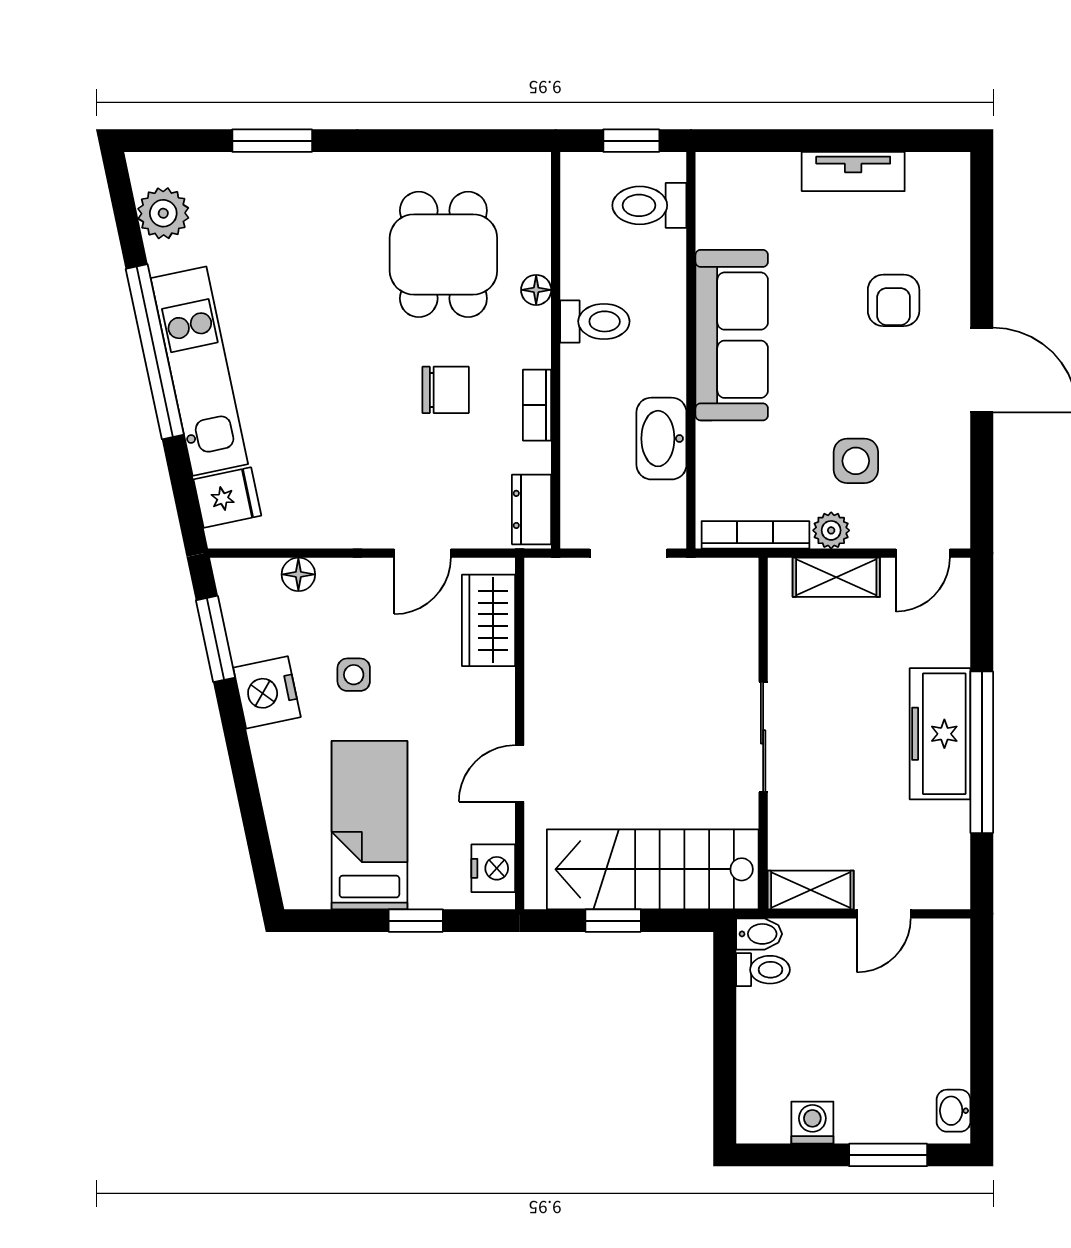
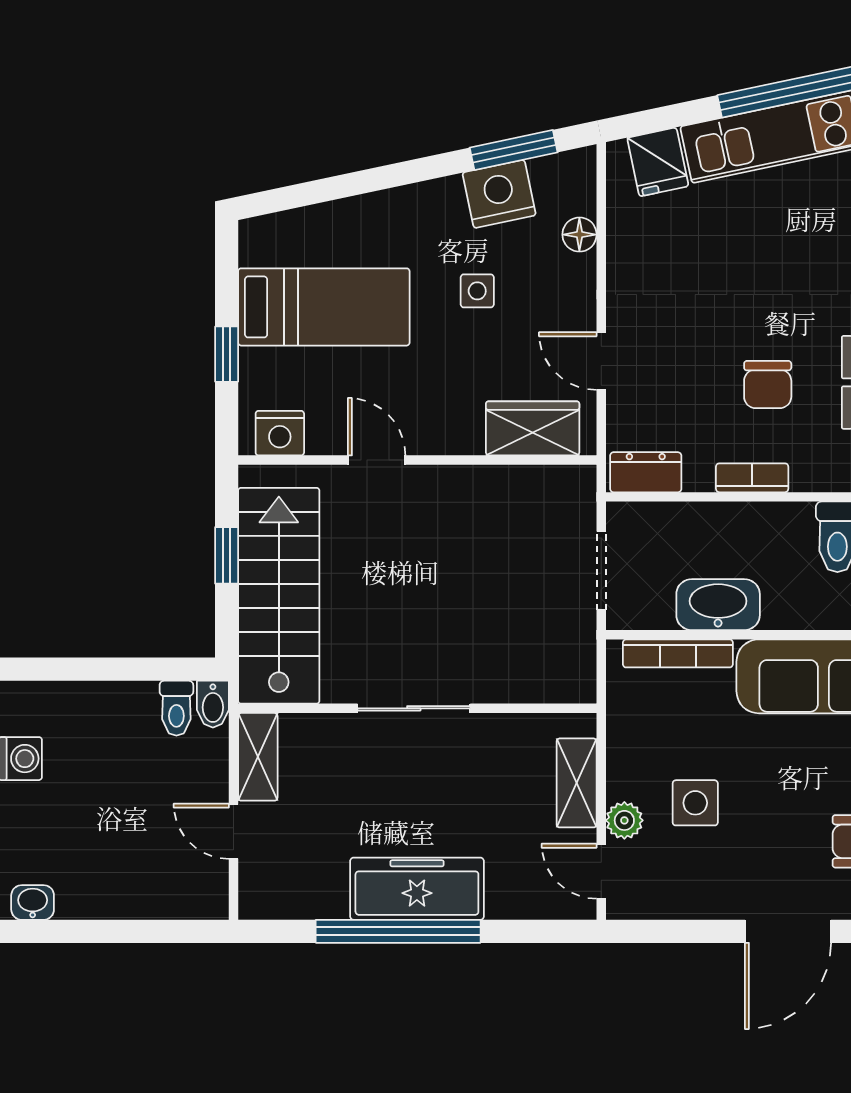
plant: (831, 530) -> (624, 820), moved
bookcase: (755, 535) -> (678, 653), moved, turned 90
nightstand: (267, 692) -> (499, 194), moved

